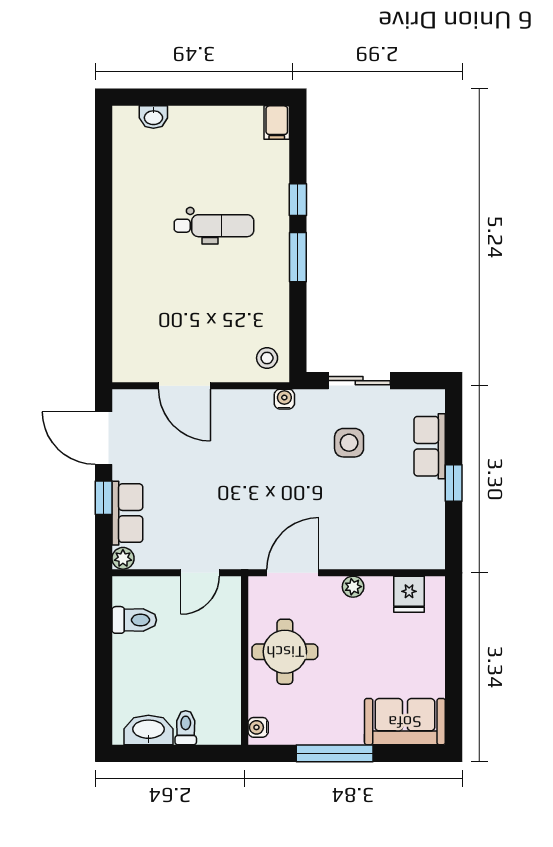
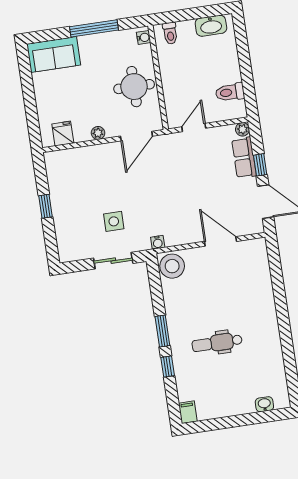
stool: (267, 358) -> (172, 266), width x1.89, depth x1.89
row of seats: (430, 446) -> (64, 227), removed
toilet: (186, 728) -> (170, 33), moved

